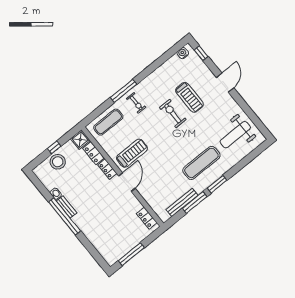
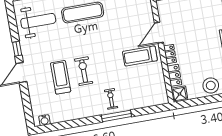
window: (201, 53) -> (17, 49), moved
exercise bike: (173, 113) -> (84, 71), turned 180
exercise mat: (108, 122) -> (146, 96), removed
window: (54, 147) -> (207, 100), removed

